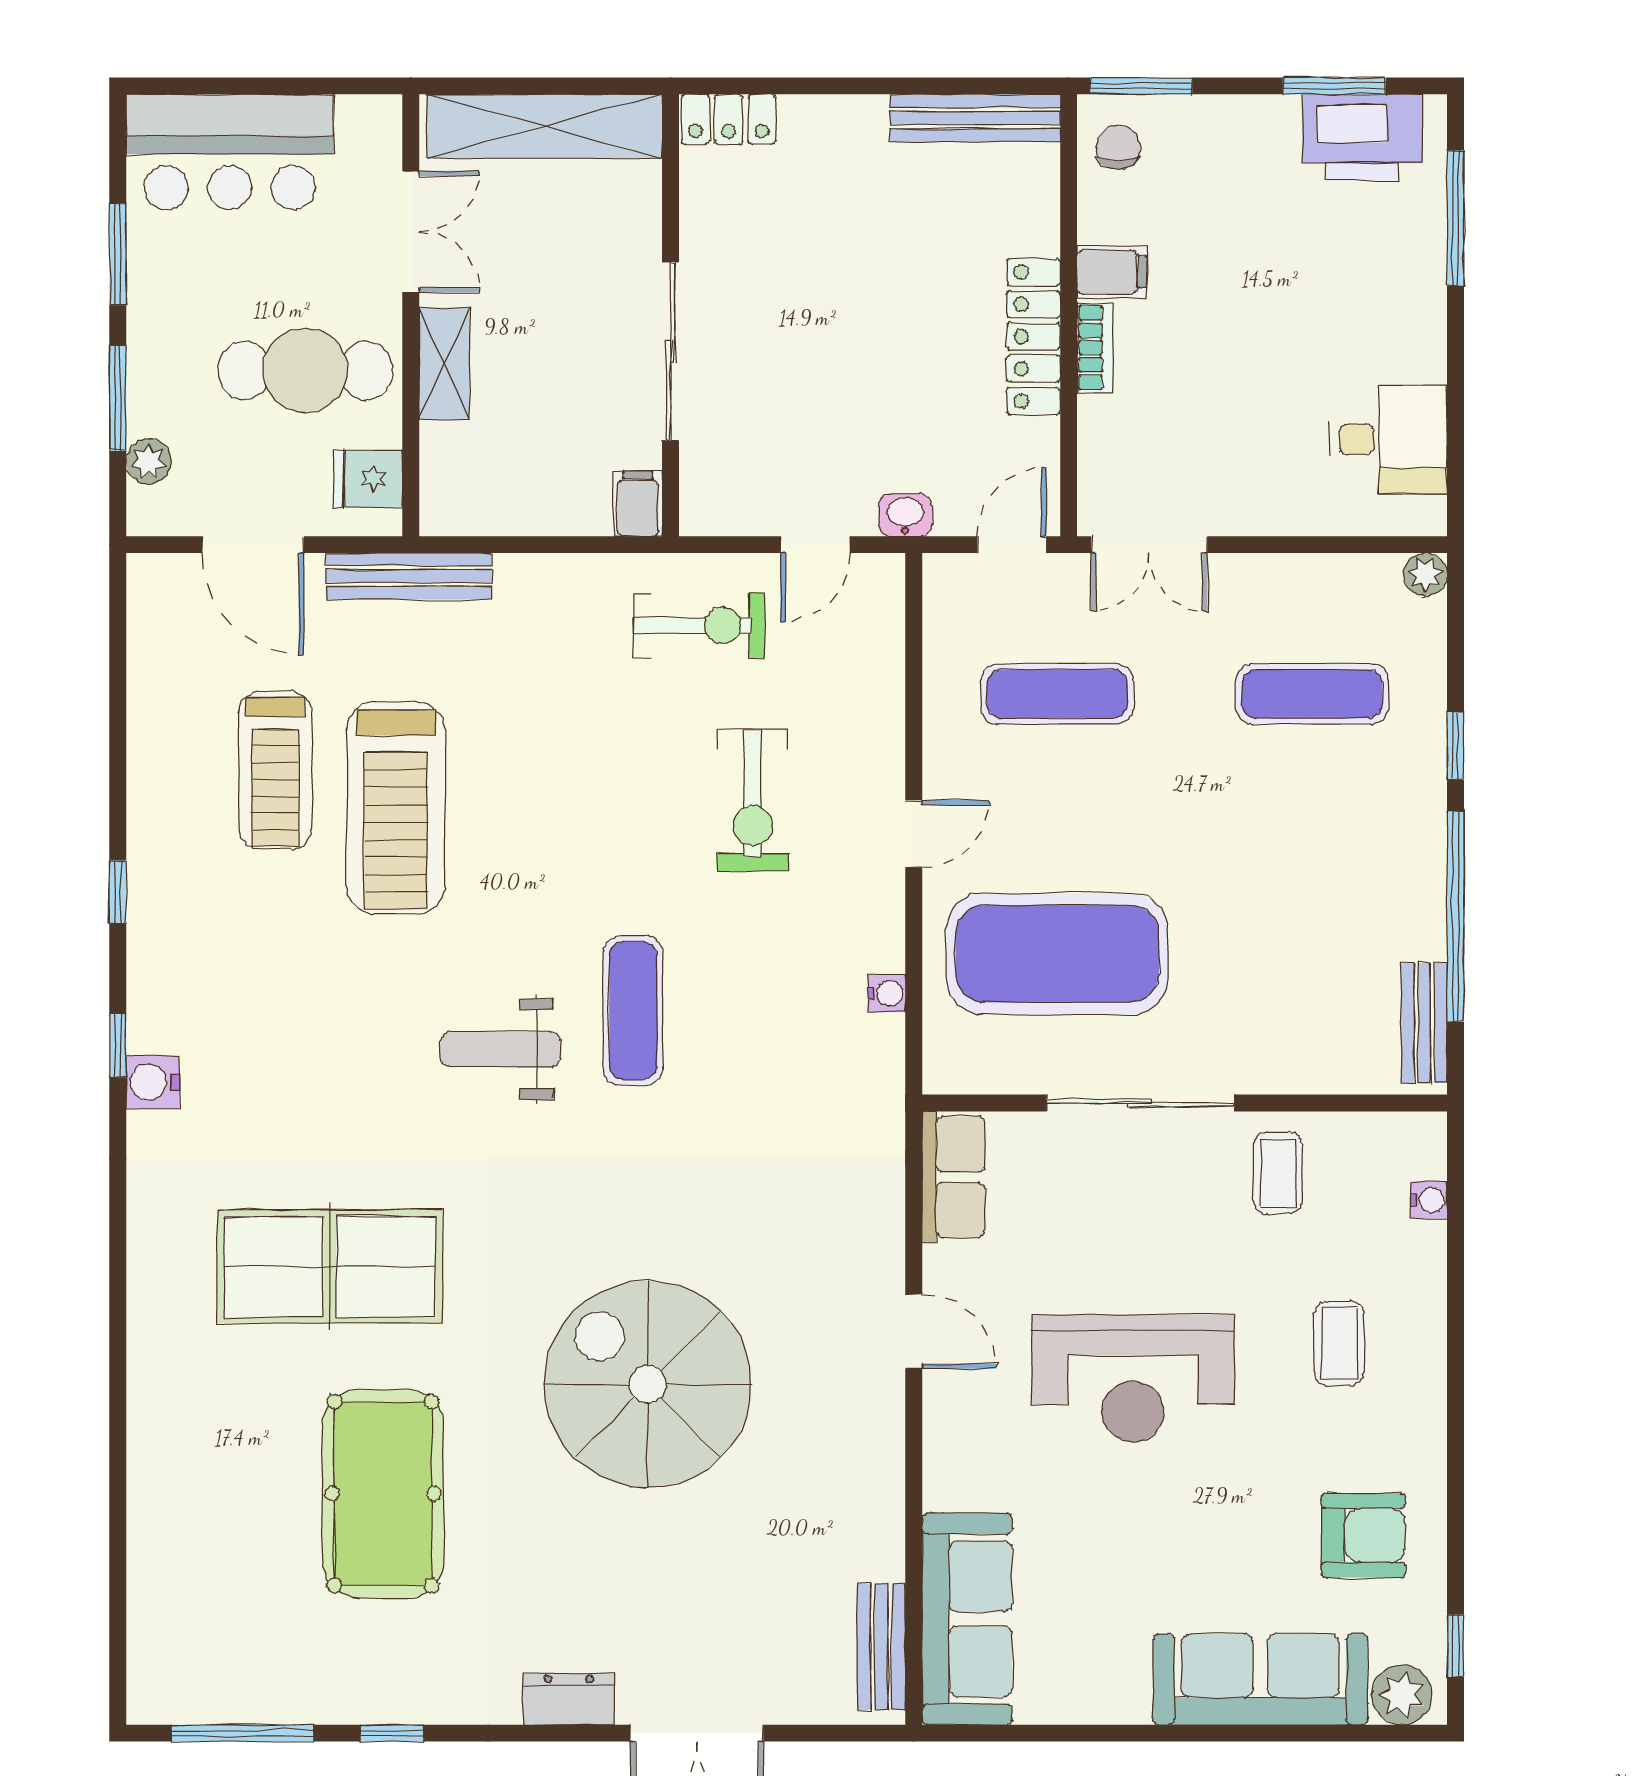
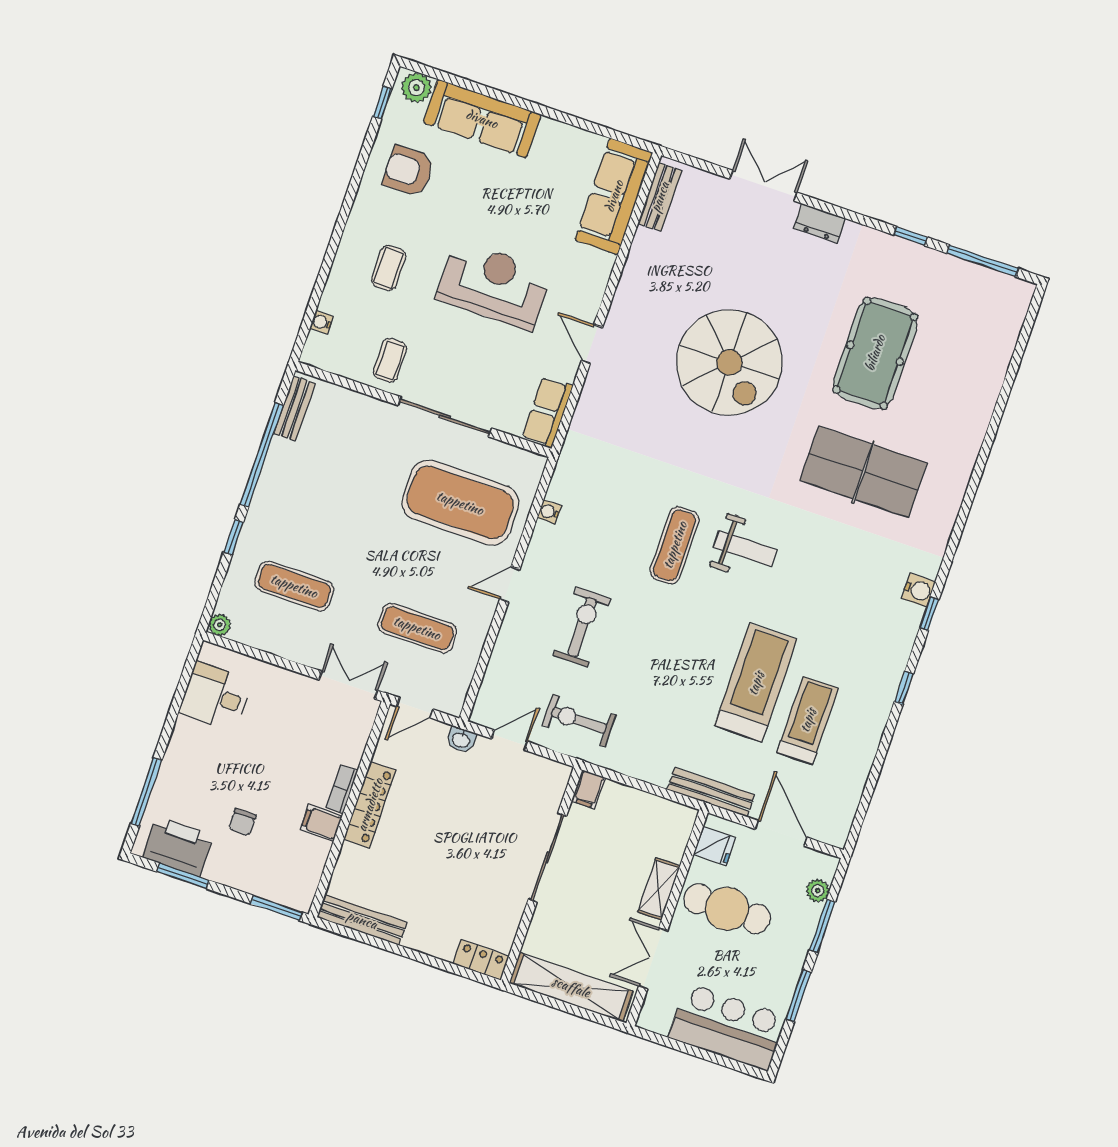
chair: (1118, 148) -> (242, 822), moved

